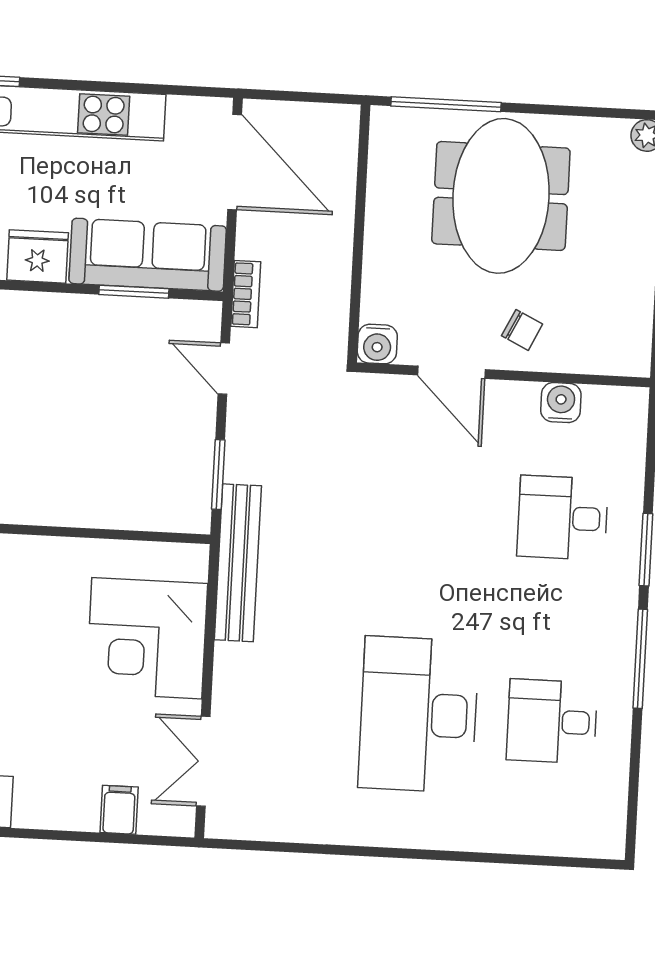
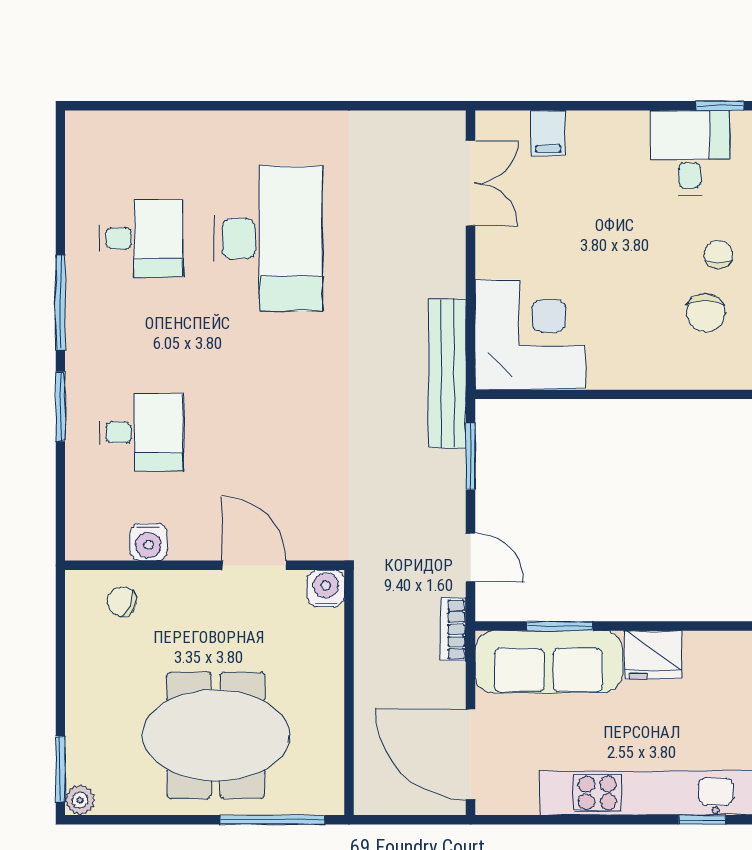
meeting table: (501, 196) -> (216, 735), turned 90
chair: (522, 330) -> (122, 601), moved
corner desk: (147, 638) -> (530, 335), moved

